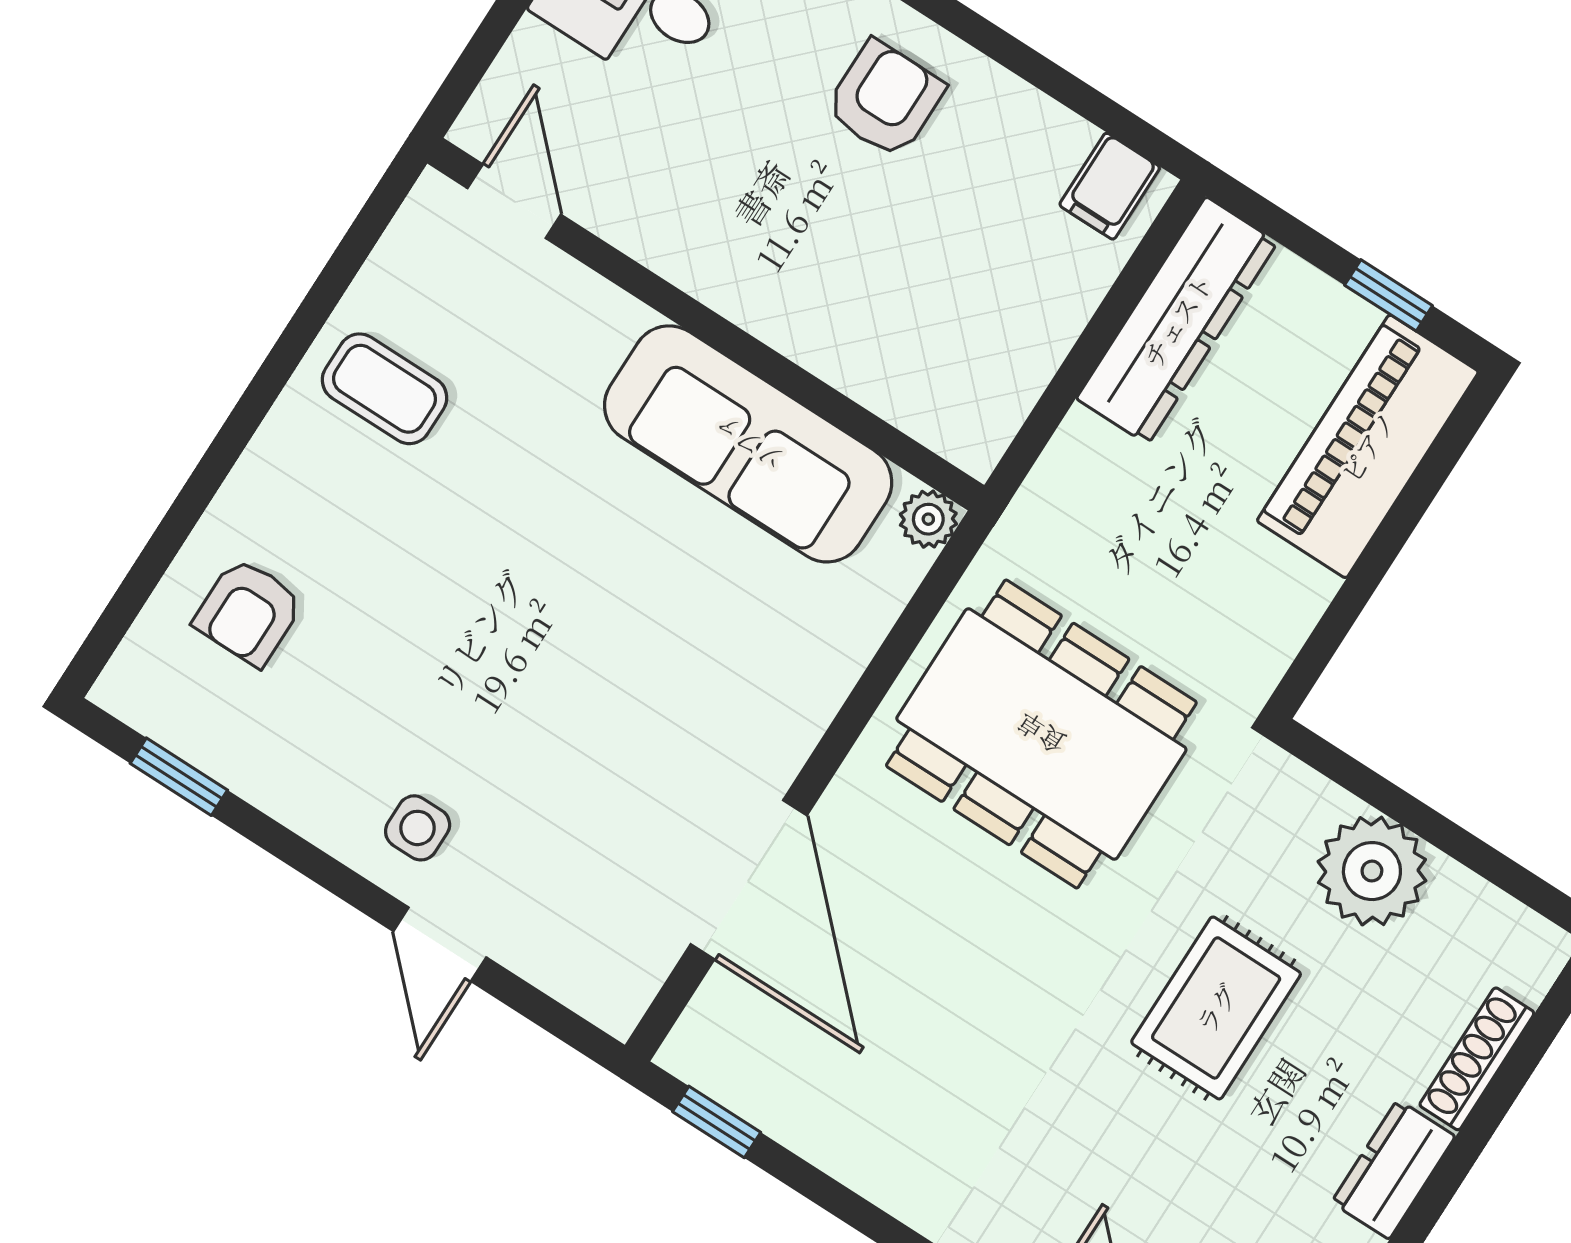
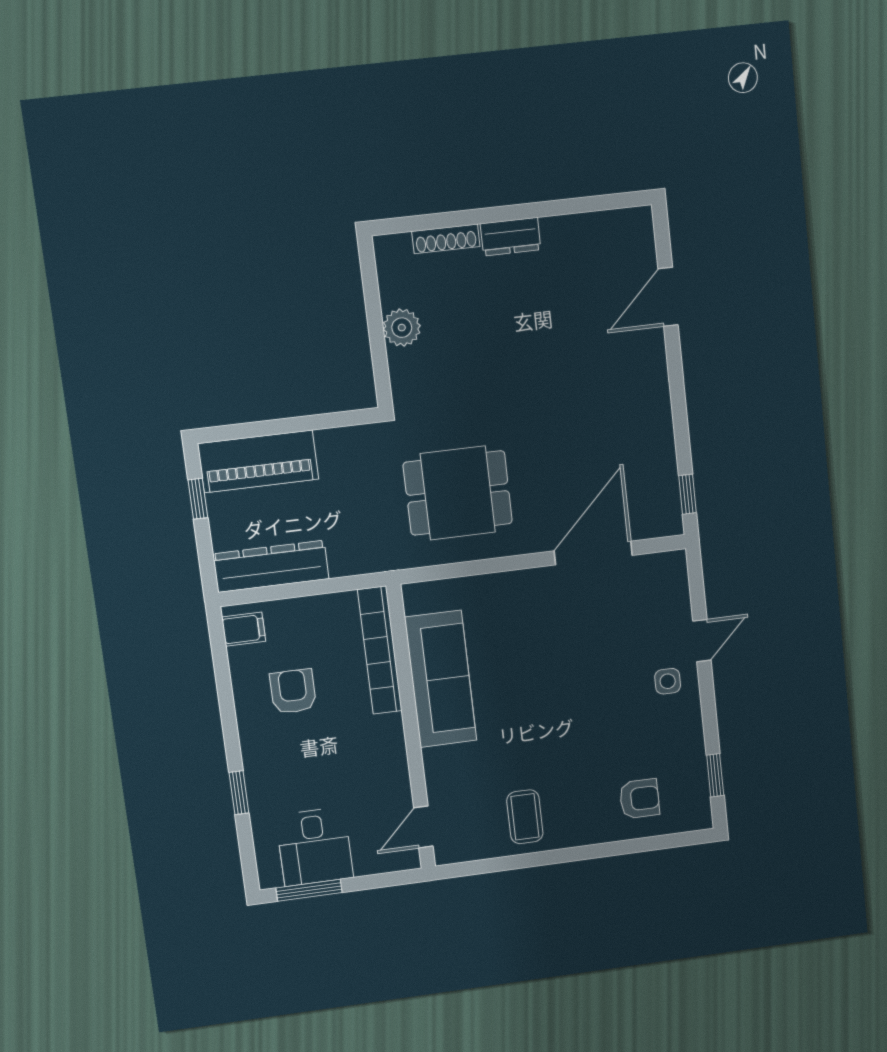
armchair: (885, 99) -> (293, 691), moved, turned 90
bookcase: (884, 383) -> (380, 650), added
plant: (928, 519) -> (415, 595), removed
dining table: (1041, 734) -> (458, 493), width x0.73
plant: (1372, 871) -> (402, 328), width x0.73, depth x0.73
rug: (1216, 1008) -> (504, 350), removed

